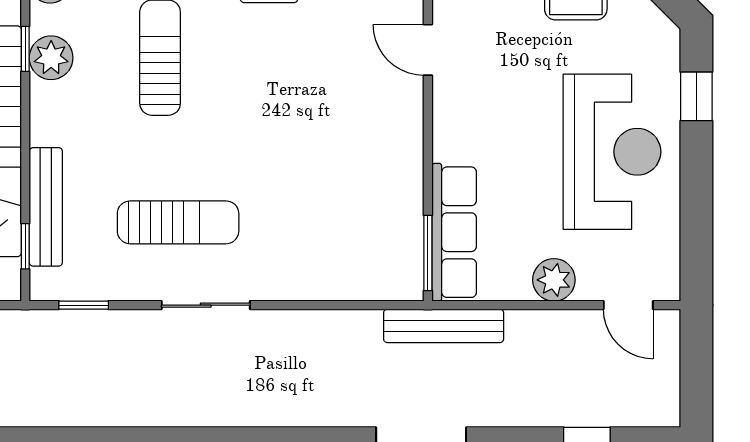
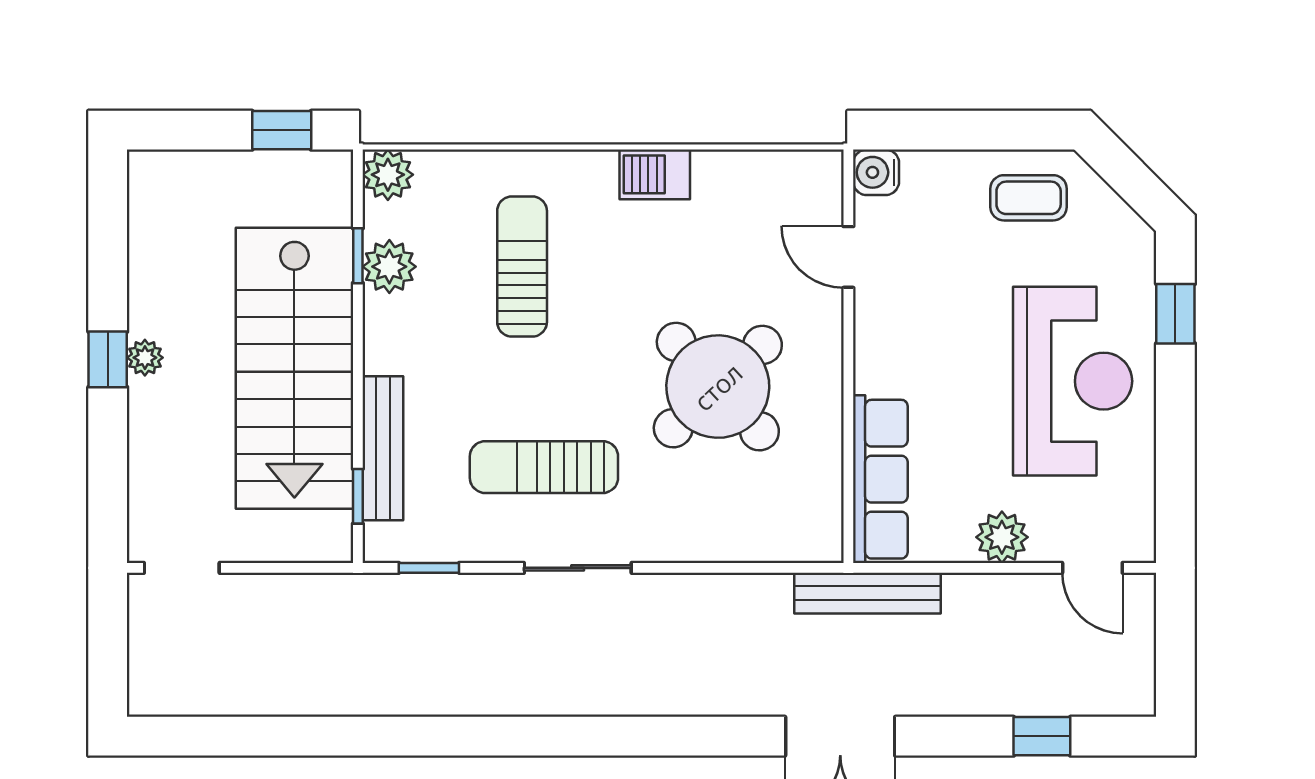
round table: (321, 156) -> (718, 387), added
sun lounger: (178, 222) -> (544, 467), turned 180
window: (428, 253) -> (848, 504), removed

